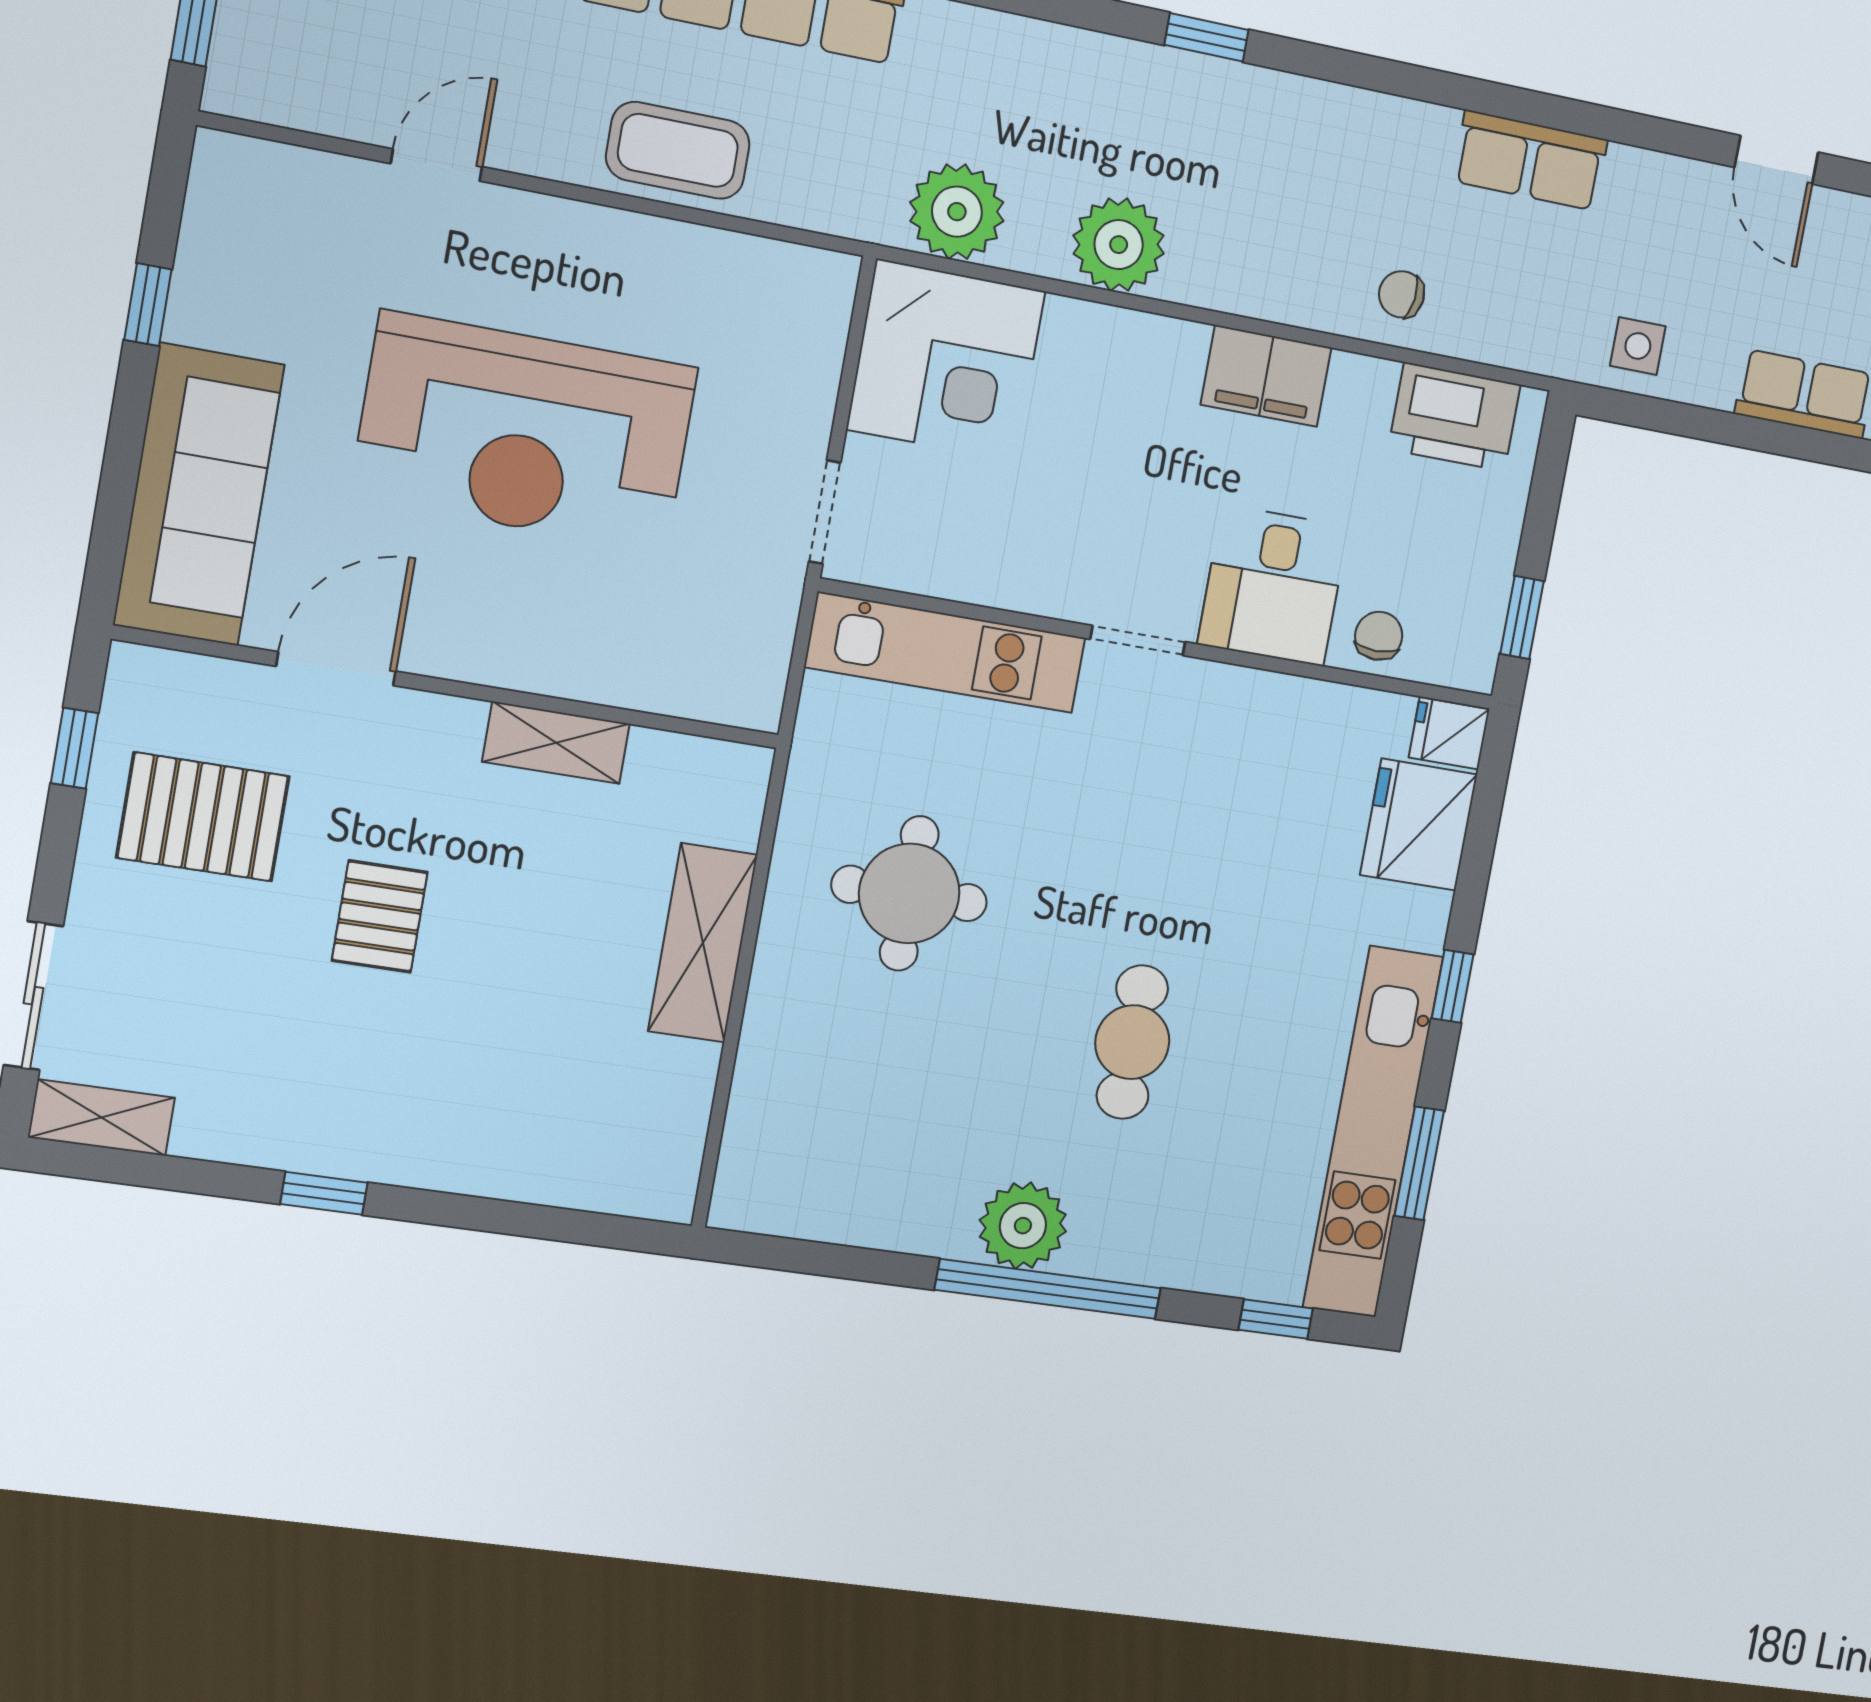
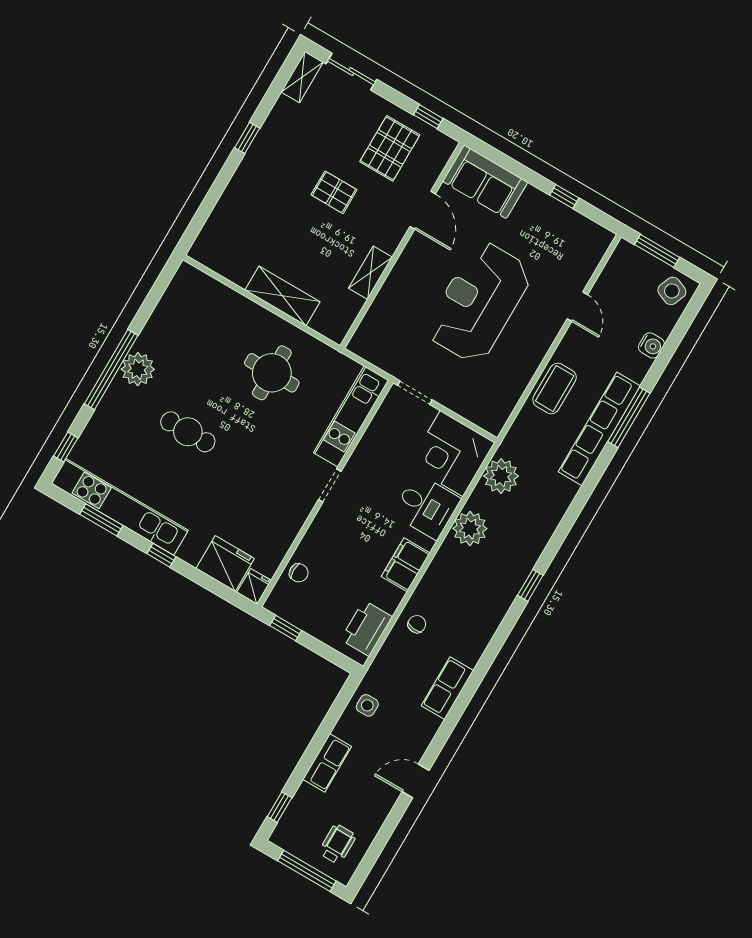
sofa: (199, 495) -> (485, 182), width x0.73
desk: (1273, 586) -> (426, 506), moved, turned 180

